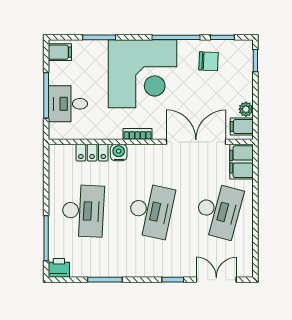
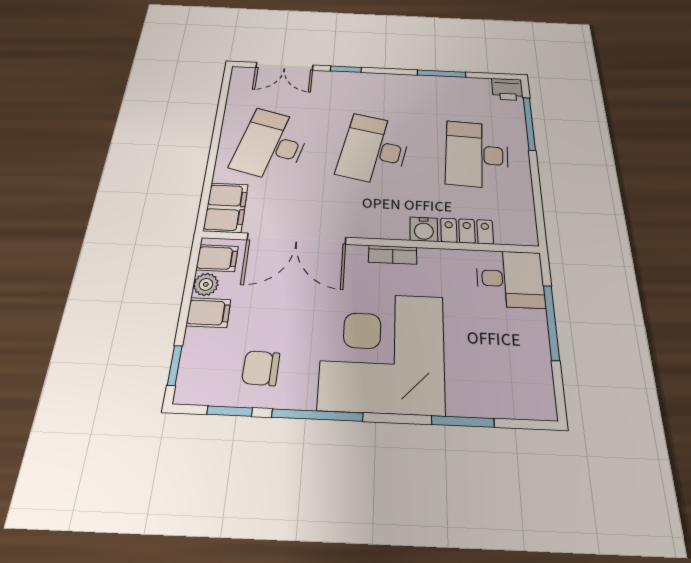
filing cabinet: (60, 52) -> (209, 313), moved, turned 180
desk: (68, 104) -> (510, 279), moved

